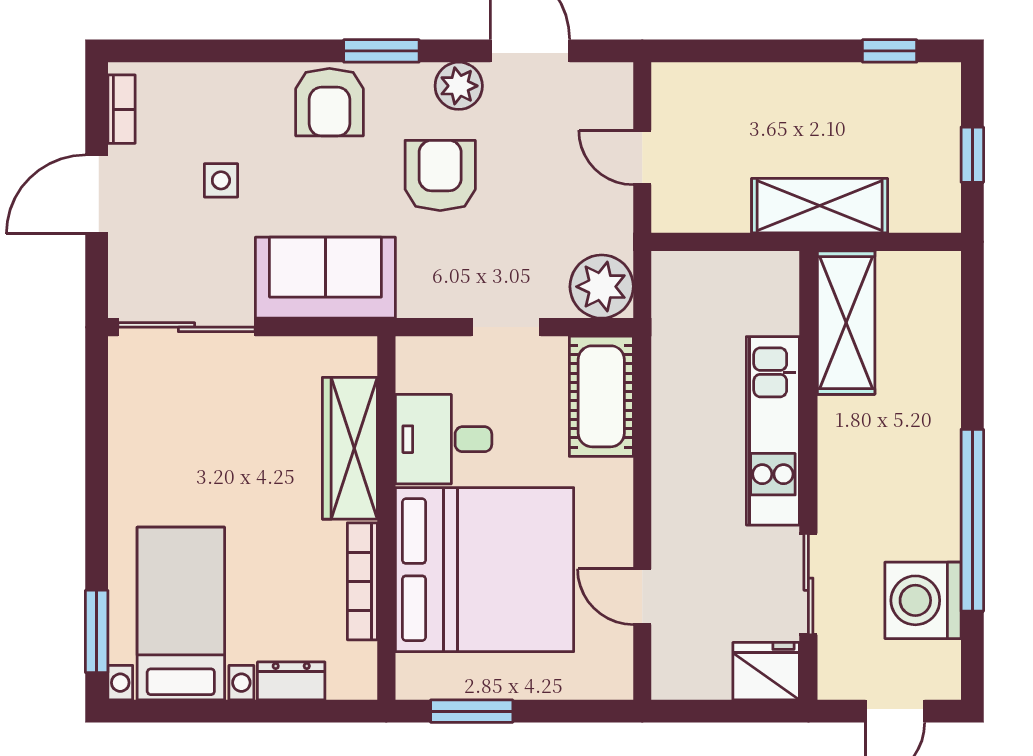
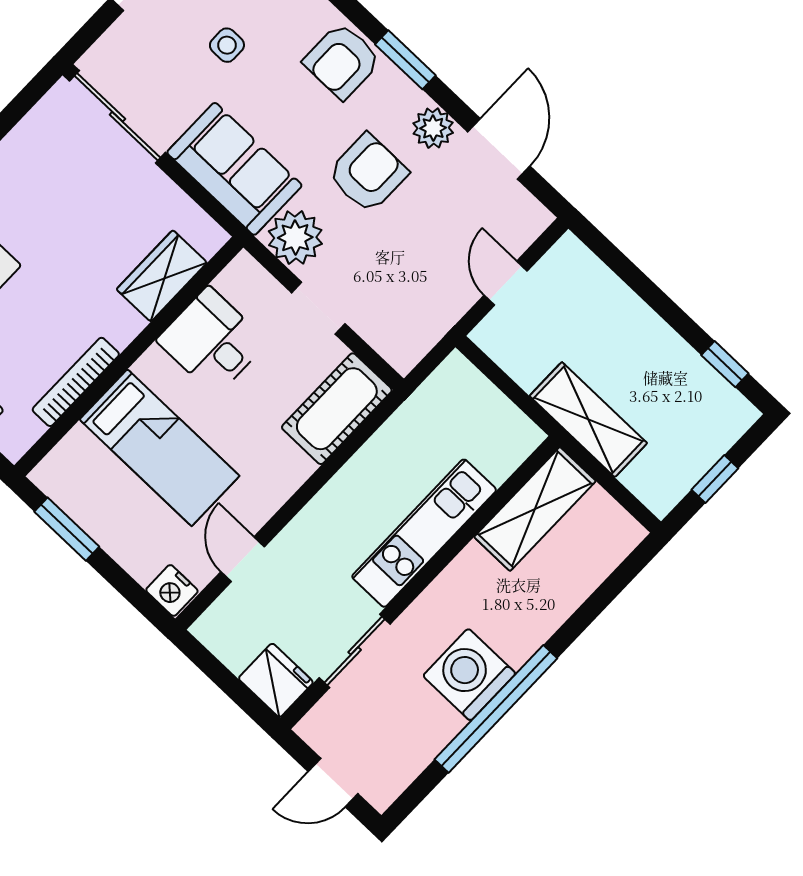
plant: (602, 287) -> (295, 238), moved
wardrobe: (350, 448) -> (162, 276), width x0.67
bed: (484, 570) -> (160, 448), width x0.49
washing machine: (923, 600) -> (469, 675), moved
nightstand: (608, 679) -> (172, 590), added

